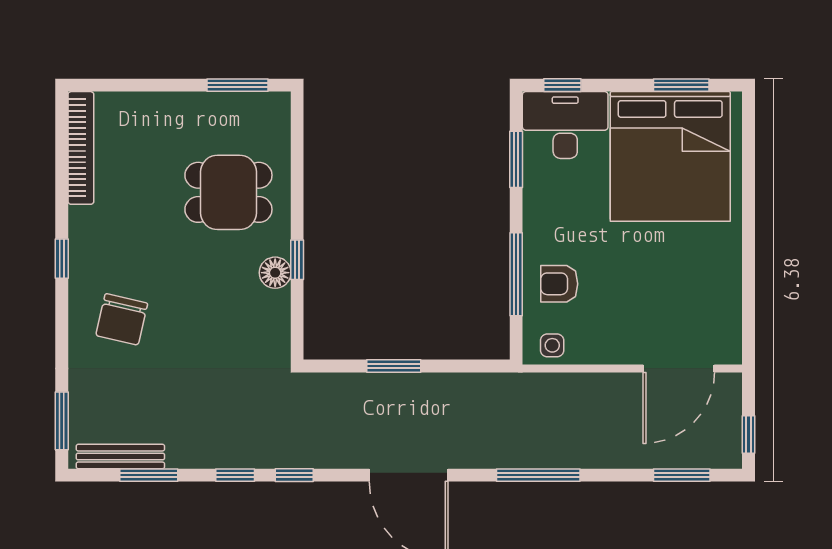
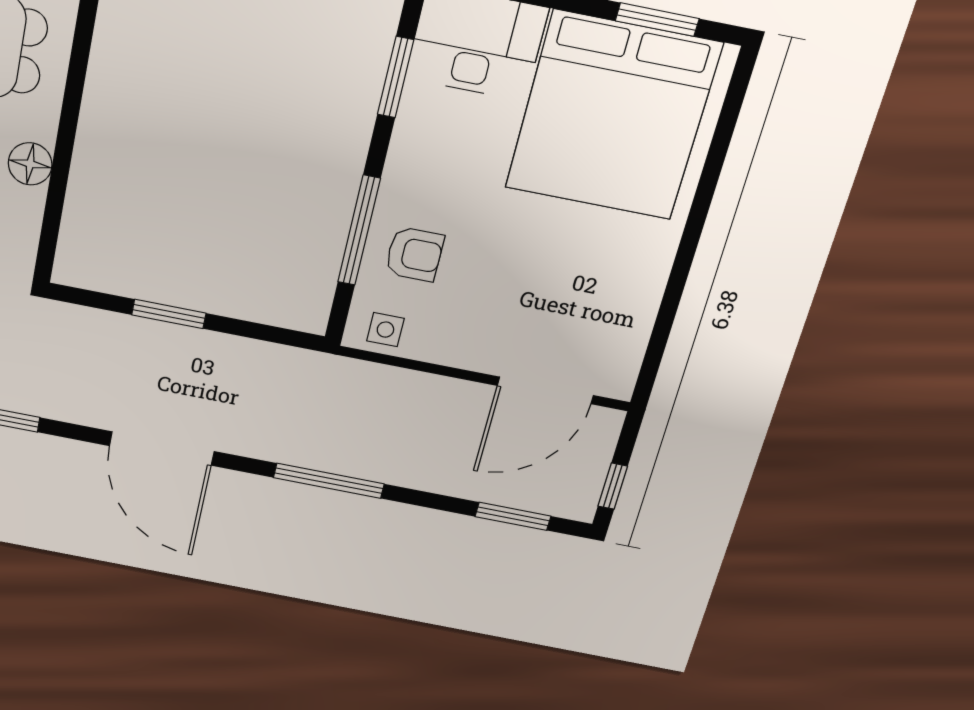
window: (297, 260) -> (63, 153), removed
armchair: (559, 284) -> (414, 254), turned 180

